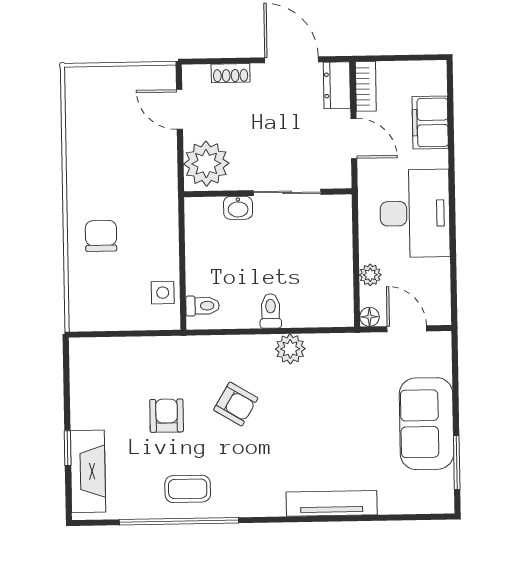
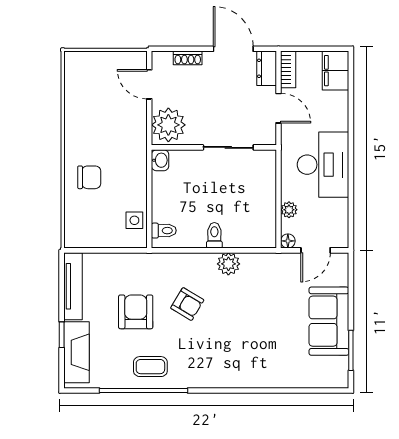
filing cabinet: (430, 122) -> (336, 71), moved
washbasin: (238, 208) -> (160, 160), moved, turned -90
chair: (101, 236) -> (89, 177), turned 90
door: (407, 329) -> (316, 250), swing flipped
armchair: (167, 416) -> (136, 312), width x1.38, depth x1.38
tv unit: (332, 503) -> (73, 286), moved, turned 90

